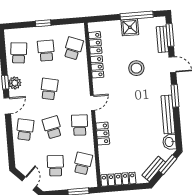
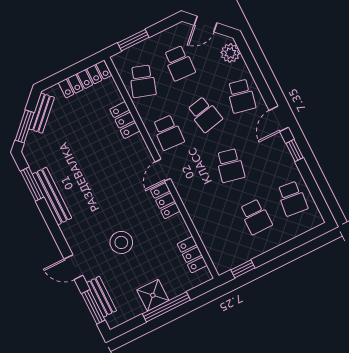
window: (137, 16) -> (166, 307), moved
window: (43, 23) -> (243, 269), moved
school desk: (73, 48) -> (219, 235), removed
locker: (97, 67) -> (165, 201), moved
plant: (15, 83) -> (230, 53), moved
window: (175, 96) -> (32, 184), moved
locker: (103, 134) -> (125, 120), moved
washbasin: (169, 142) -> (35, 159), removed
door: (29, 183) -> (205, 24), hinge flipped

